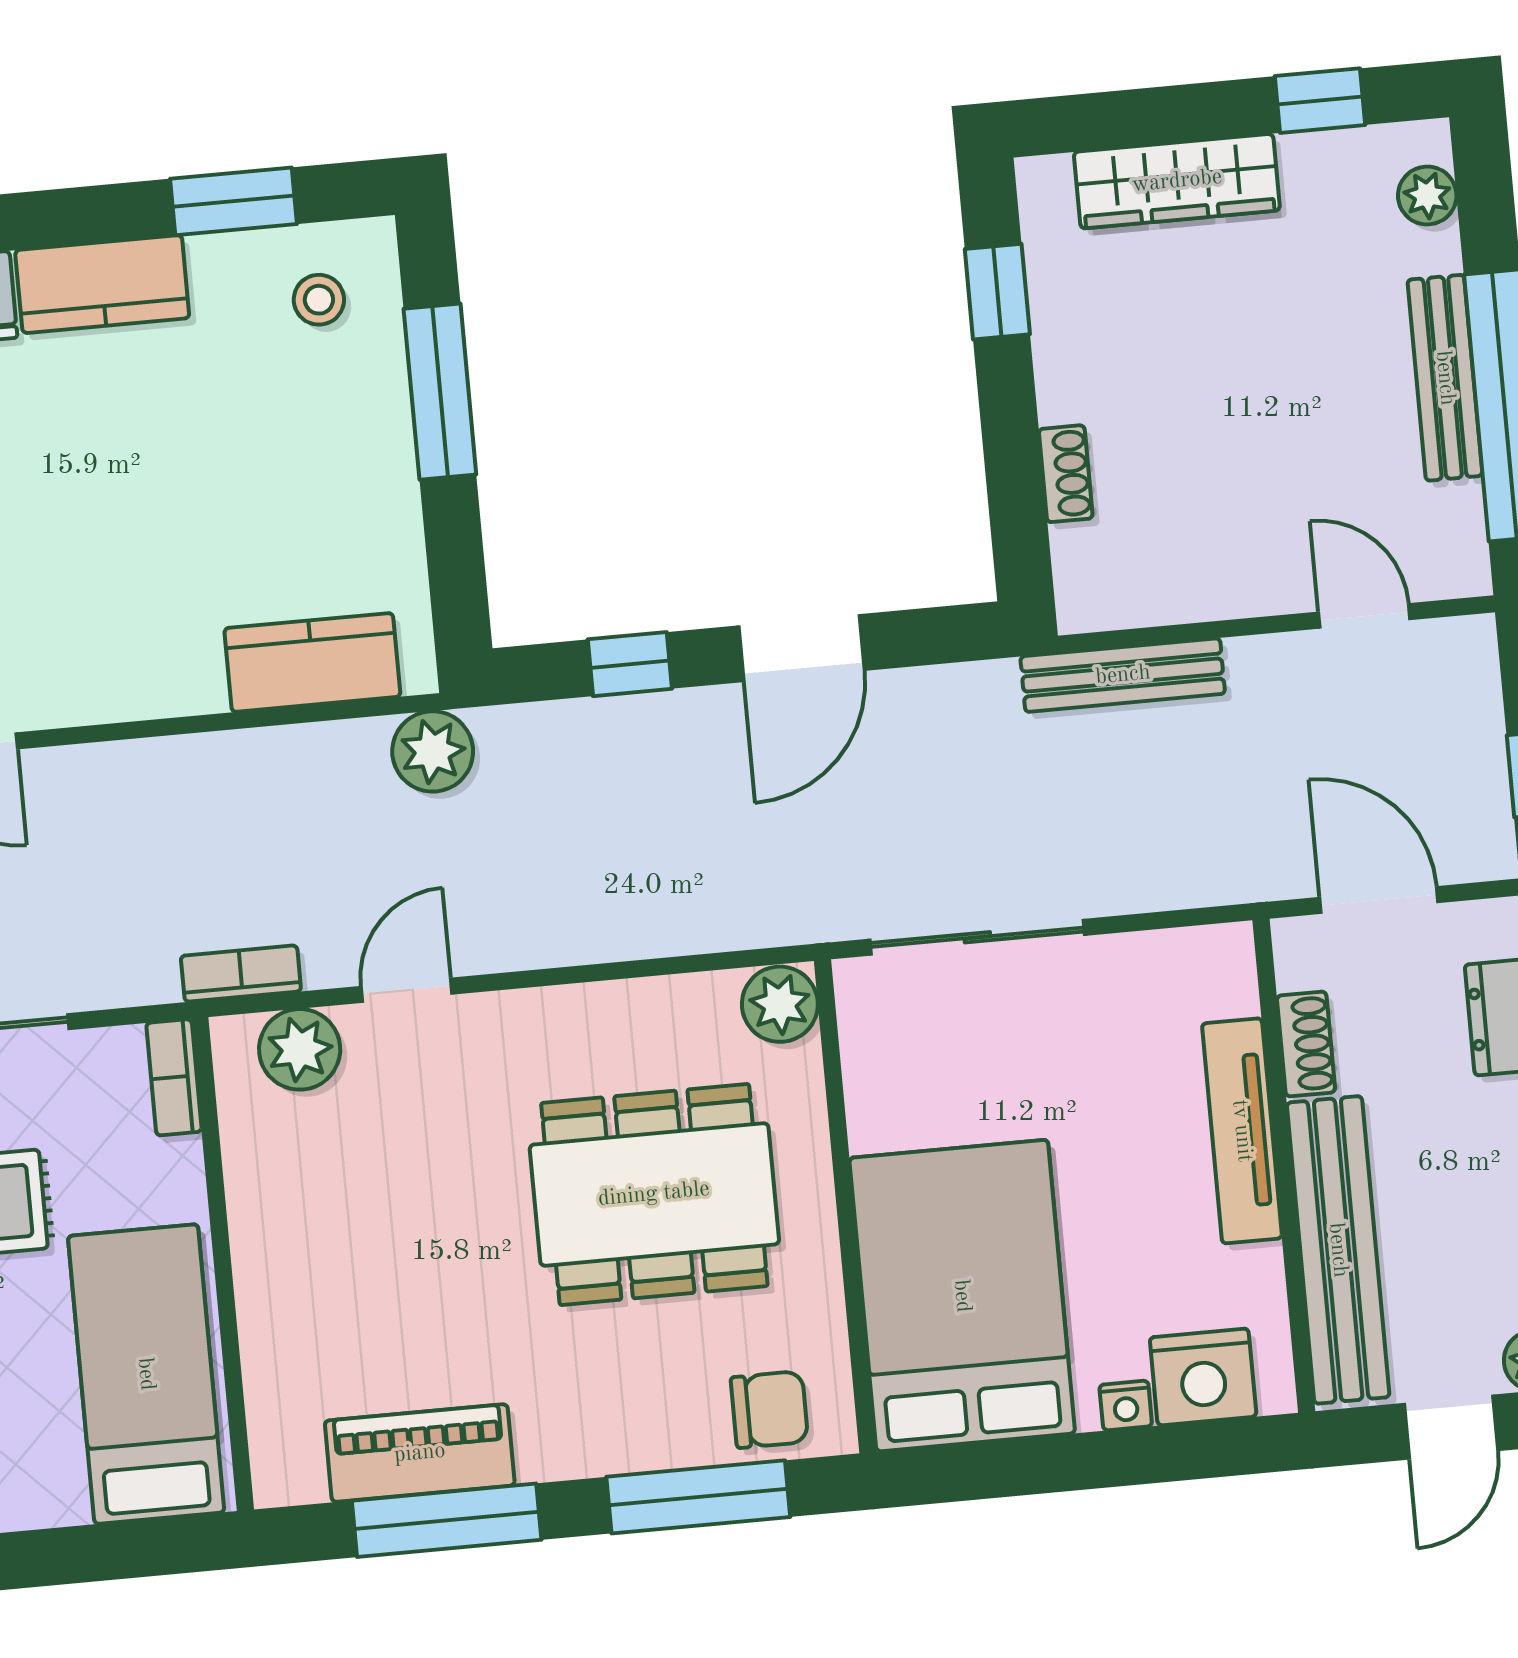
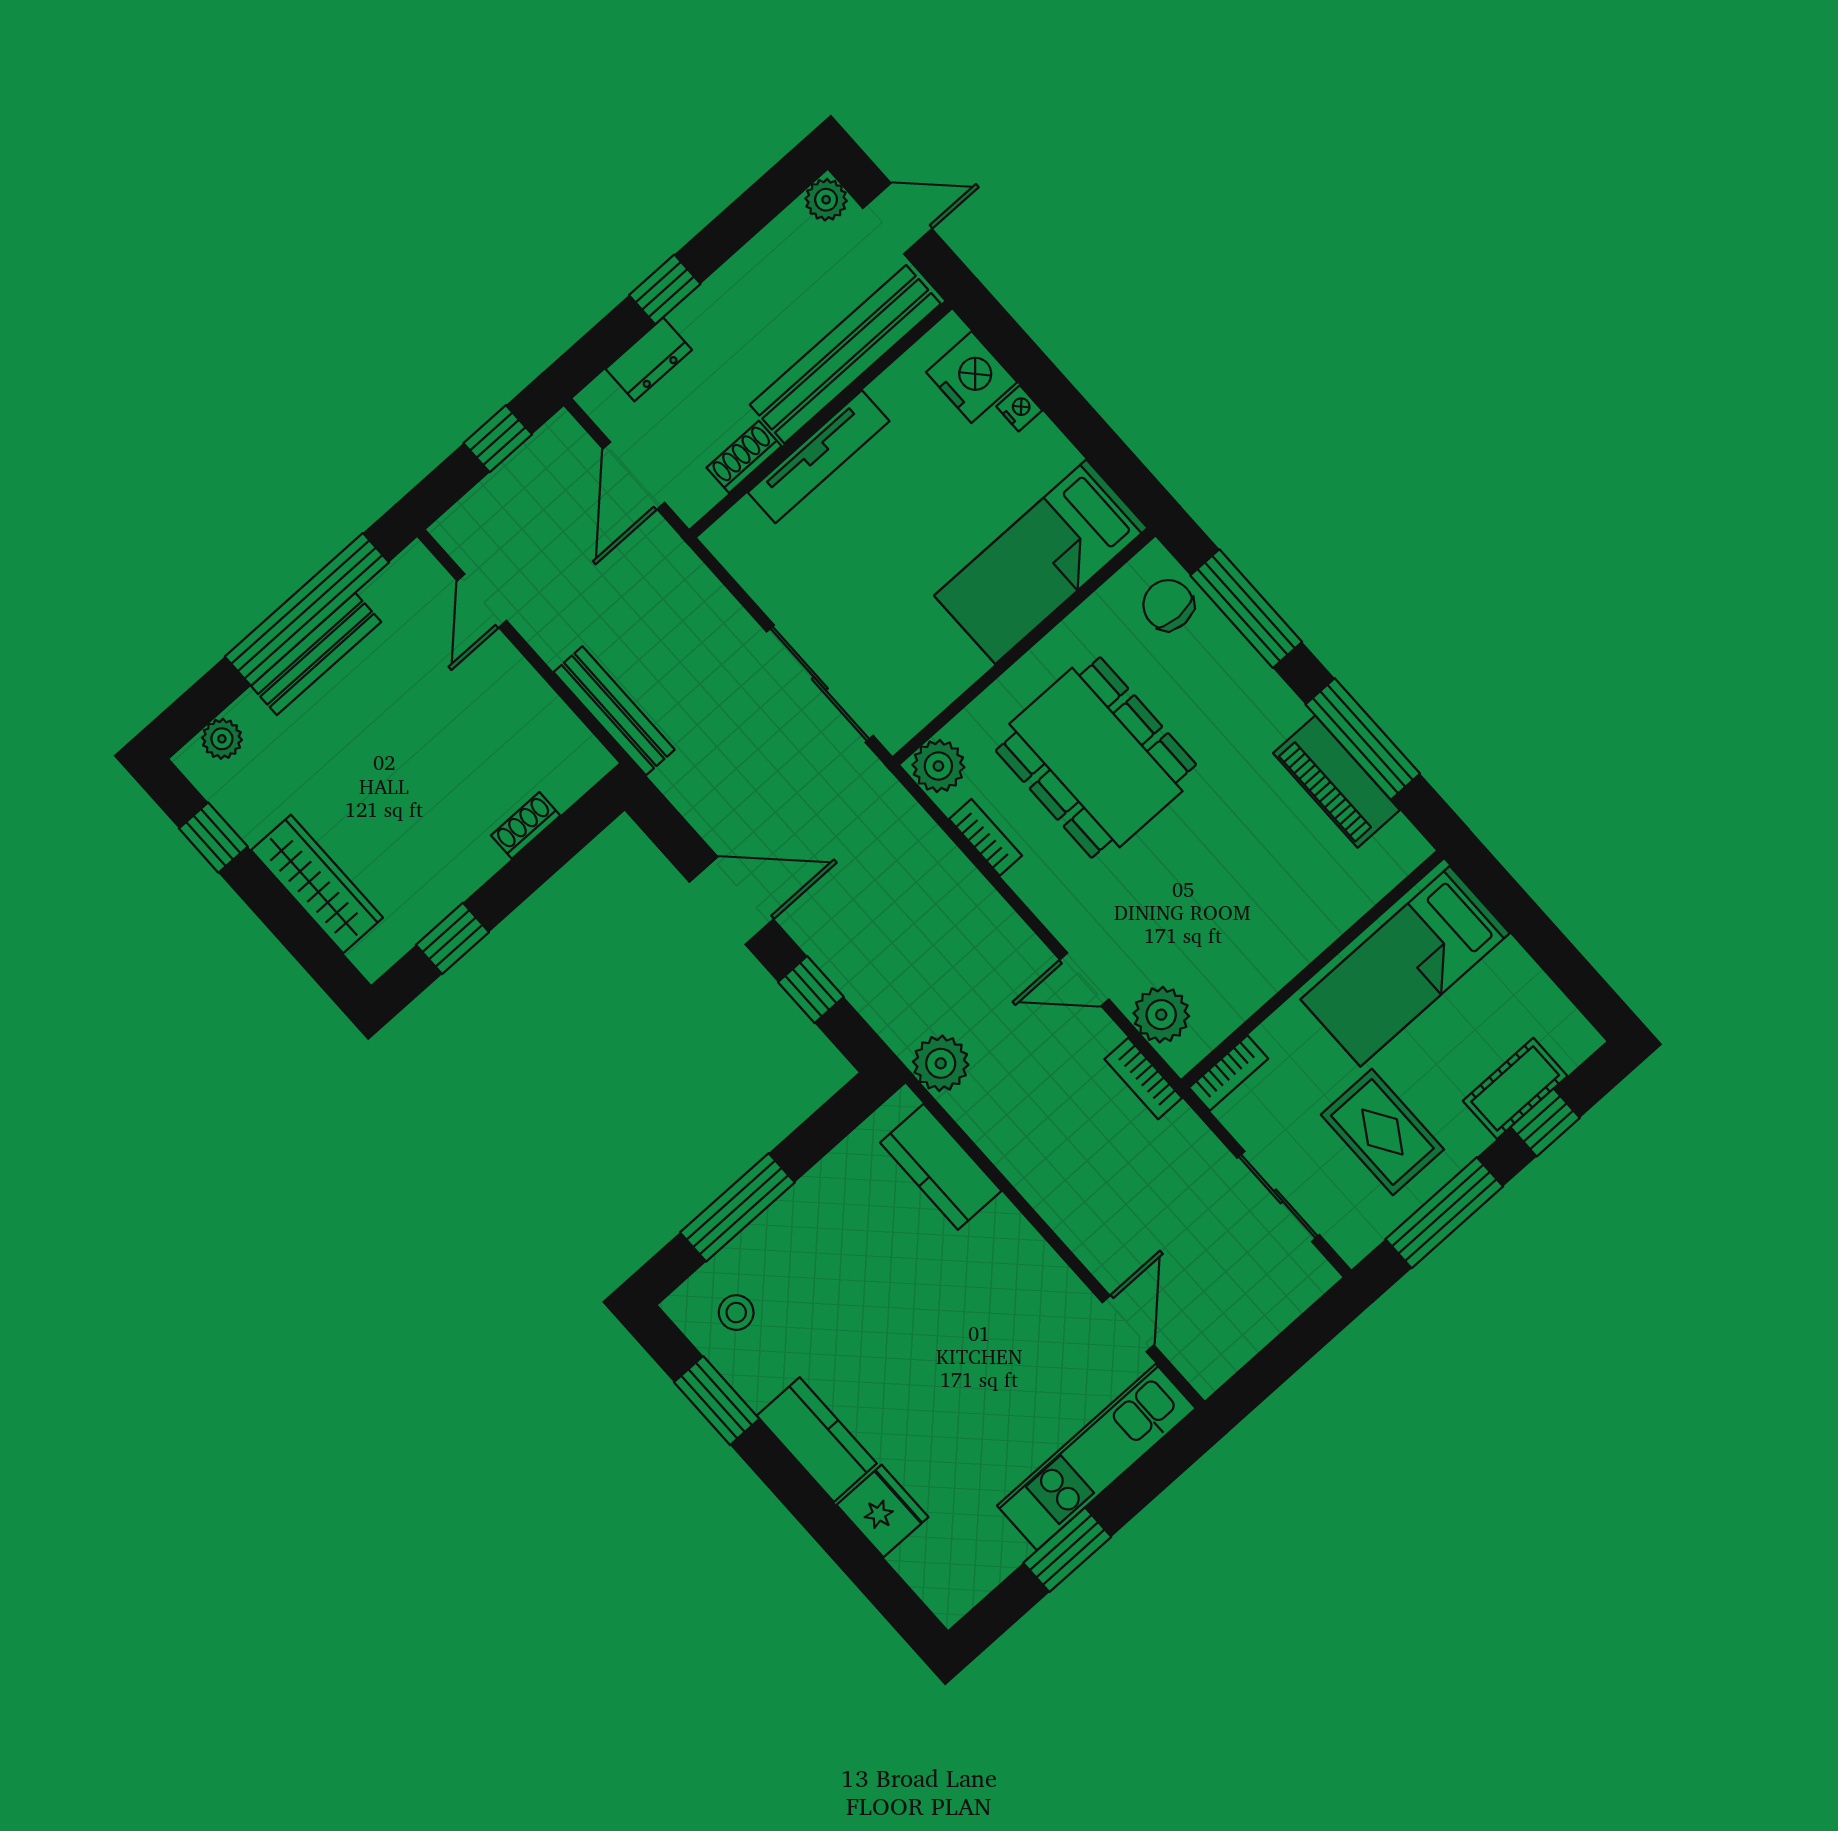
bookcase: (657, 998) -> (986, 837), added
bed: (962, 1296) -> (1041, 562), width x0.67

